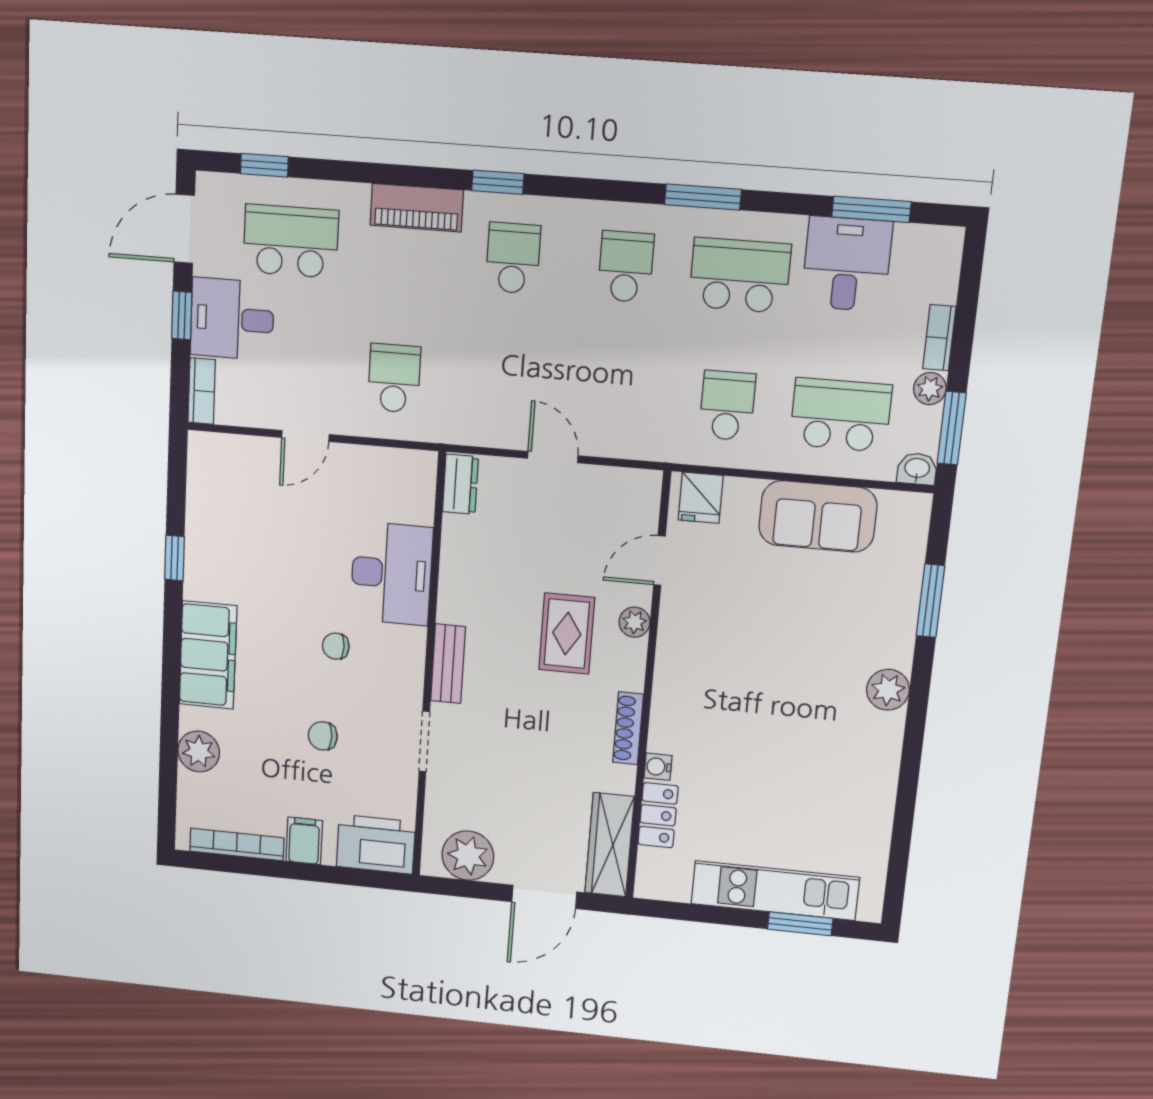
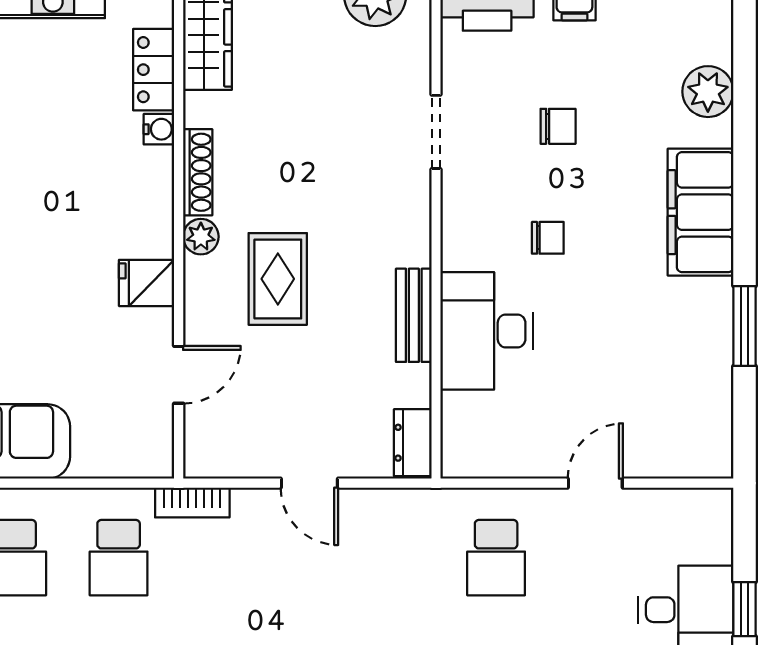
bookcase: (202, 391) -> (192, 502), moved, turned -90
fridge: (701, 498) -> (147, 283), moved, turned -90
window: (175, 558) -> (745, 326), width x1.50
plant: (635, 622) -> (201, 237), moved
bench: (448, 664) -> (414, 315), moved

